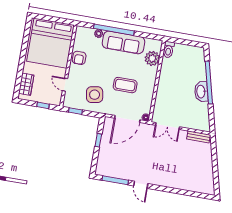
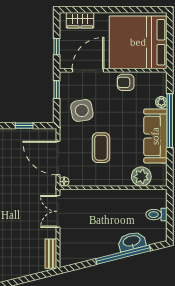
toilet: (168, 50) -> (156, 215), moved
door: (65, 85) -> (88, 70), width x1.88
washbasin: (201, 92) -> (132, 241), moved

